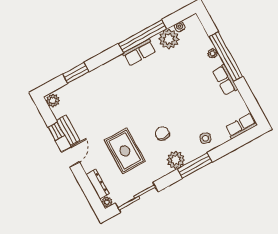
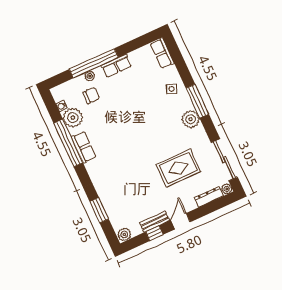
chair: (162, 134) -> (91, 95), moved, turned 180
door: (70, 157) -> (180, 221), hinge flipped

